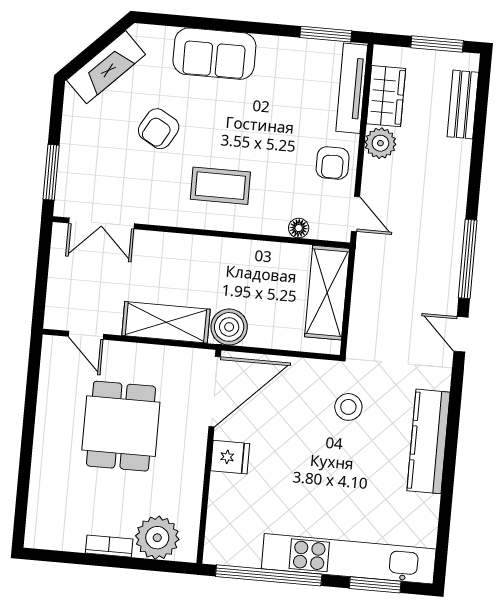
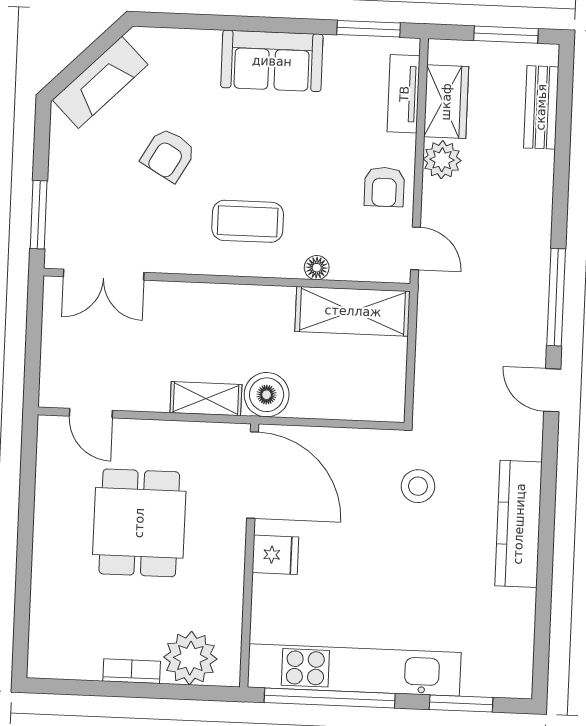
sofa: (214, 54) -> (272, 61), moved
tv unit: (352, 88) -> (404, 94), width x0.71
floor lamp: (299, 228) -> (317, 268), moved
shelving: (327, 293) -> (353, 311), moved, turned 90
shelving: (166, 322) -> (206, 399), width x0.67, depth x0.75
door: (215, 392) -> (253, 475), hinge flipped
kitchen unit: (349, 559) -> (354, 670), moved

